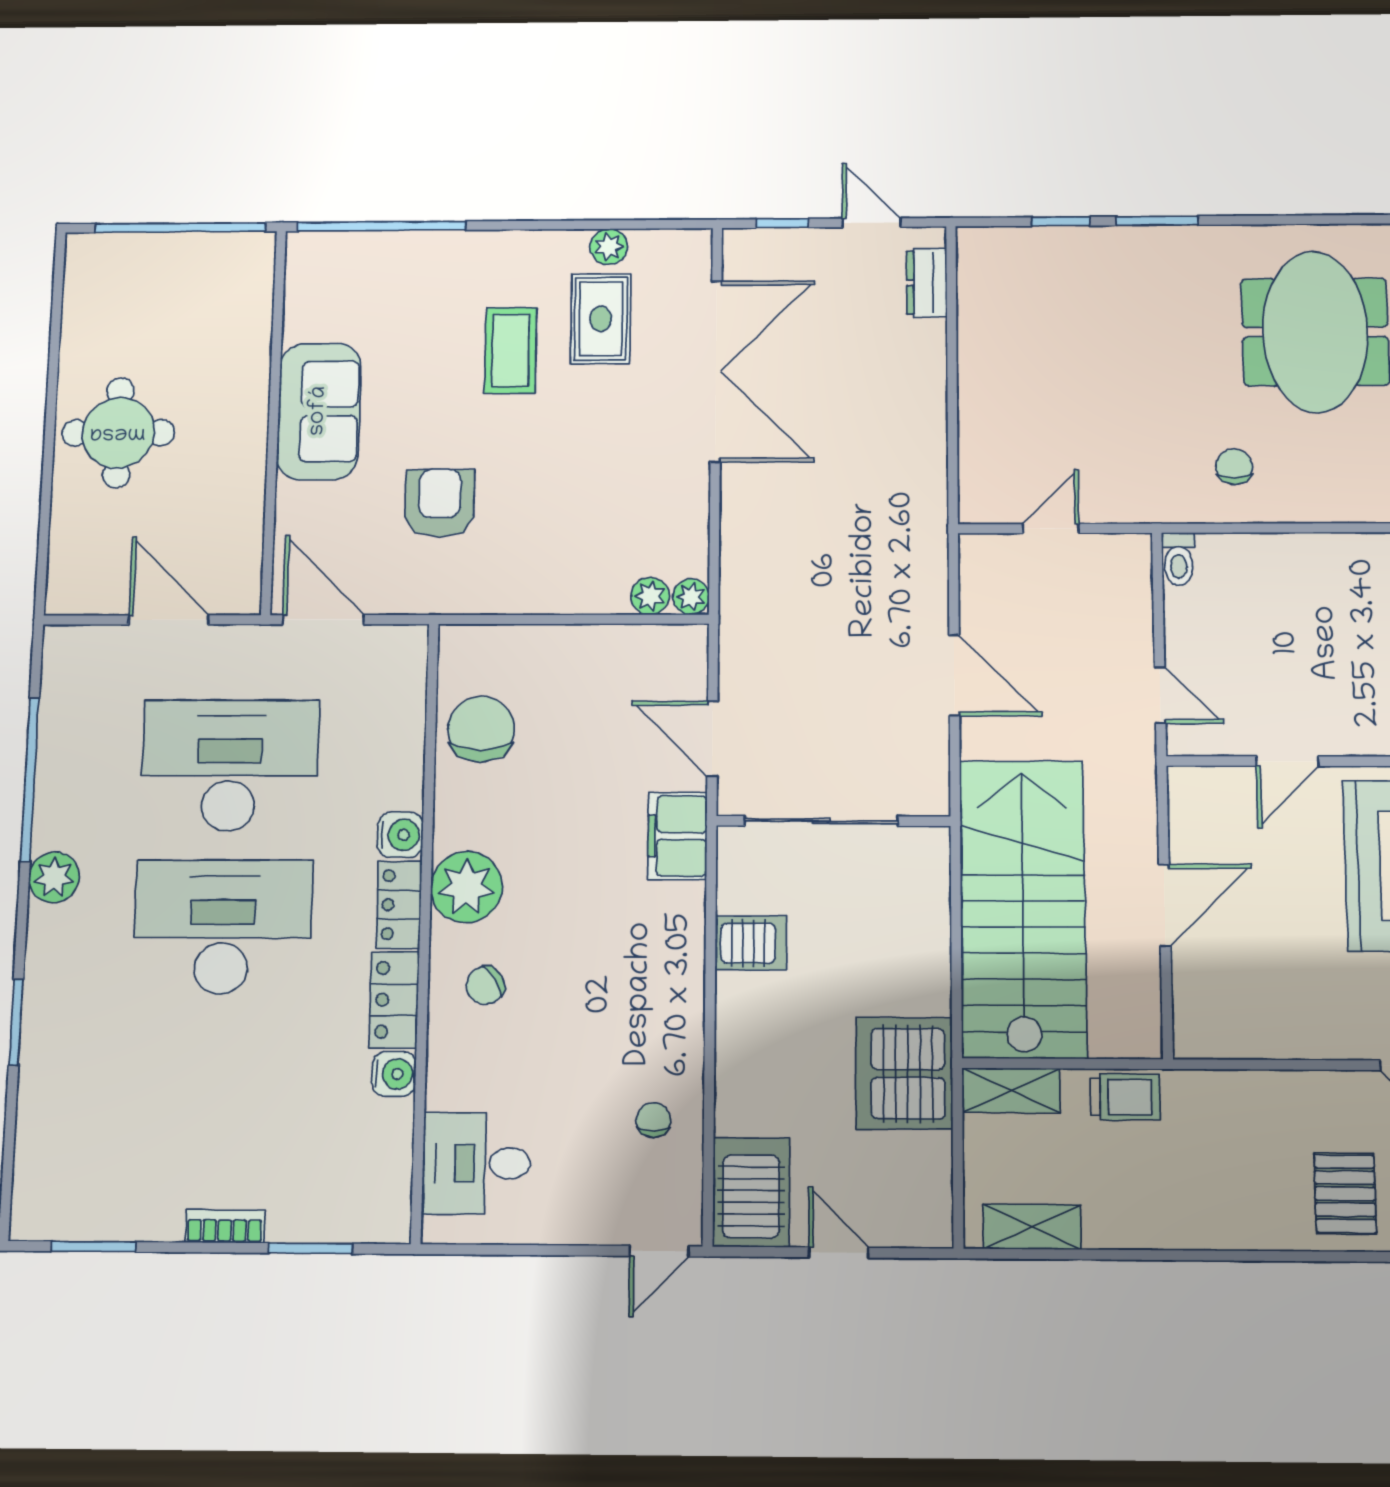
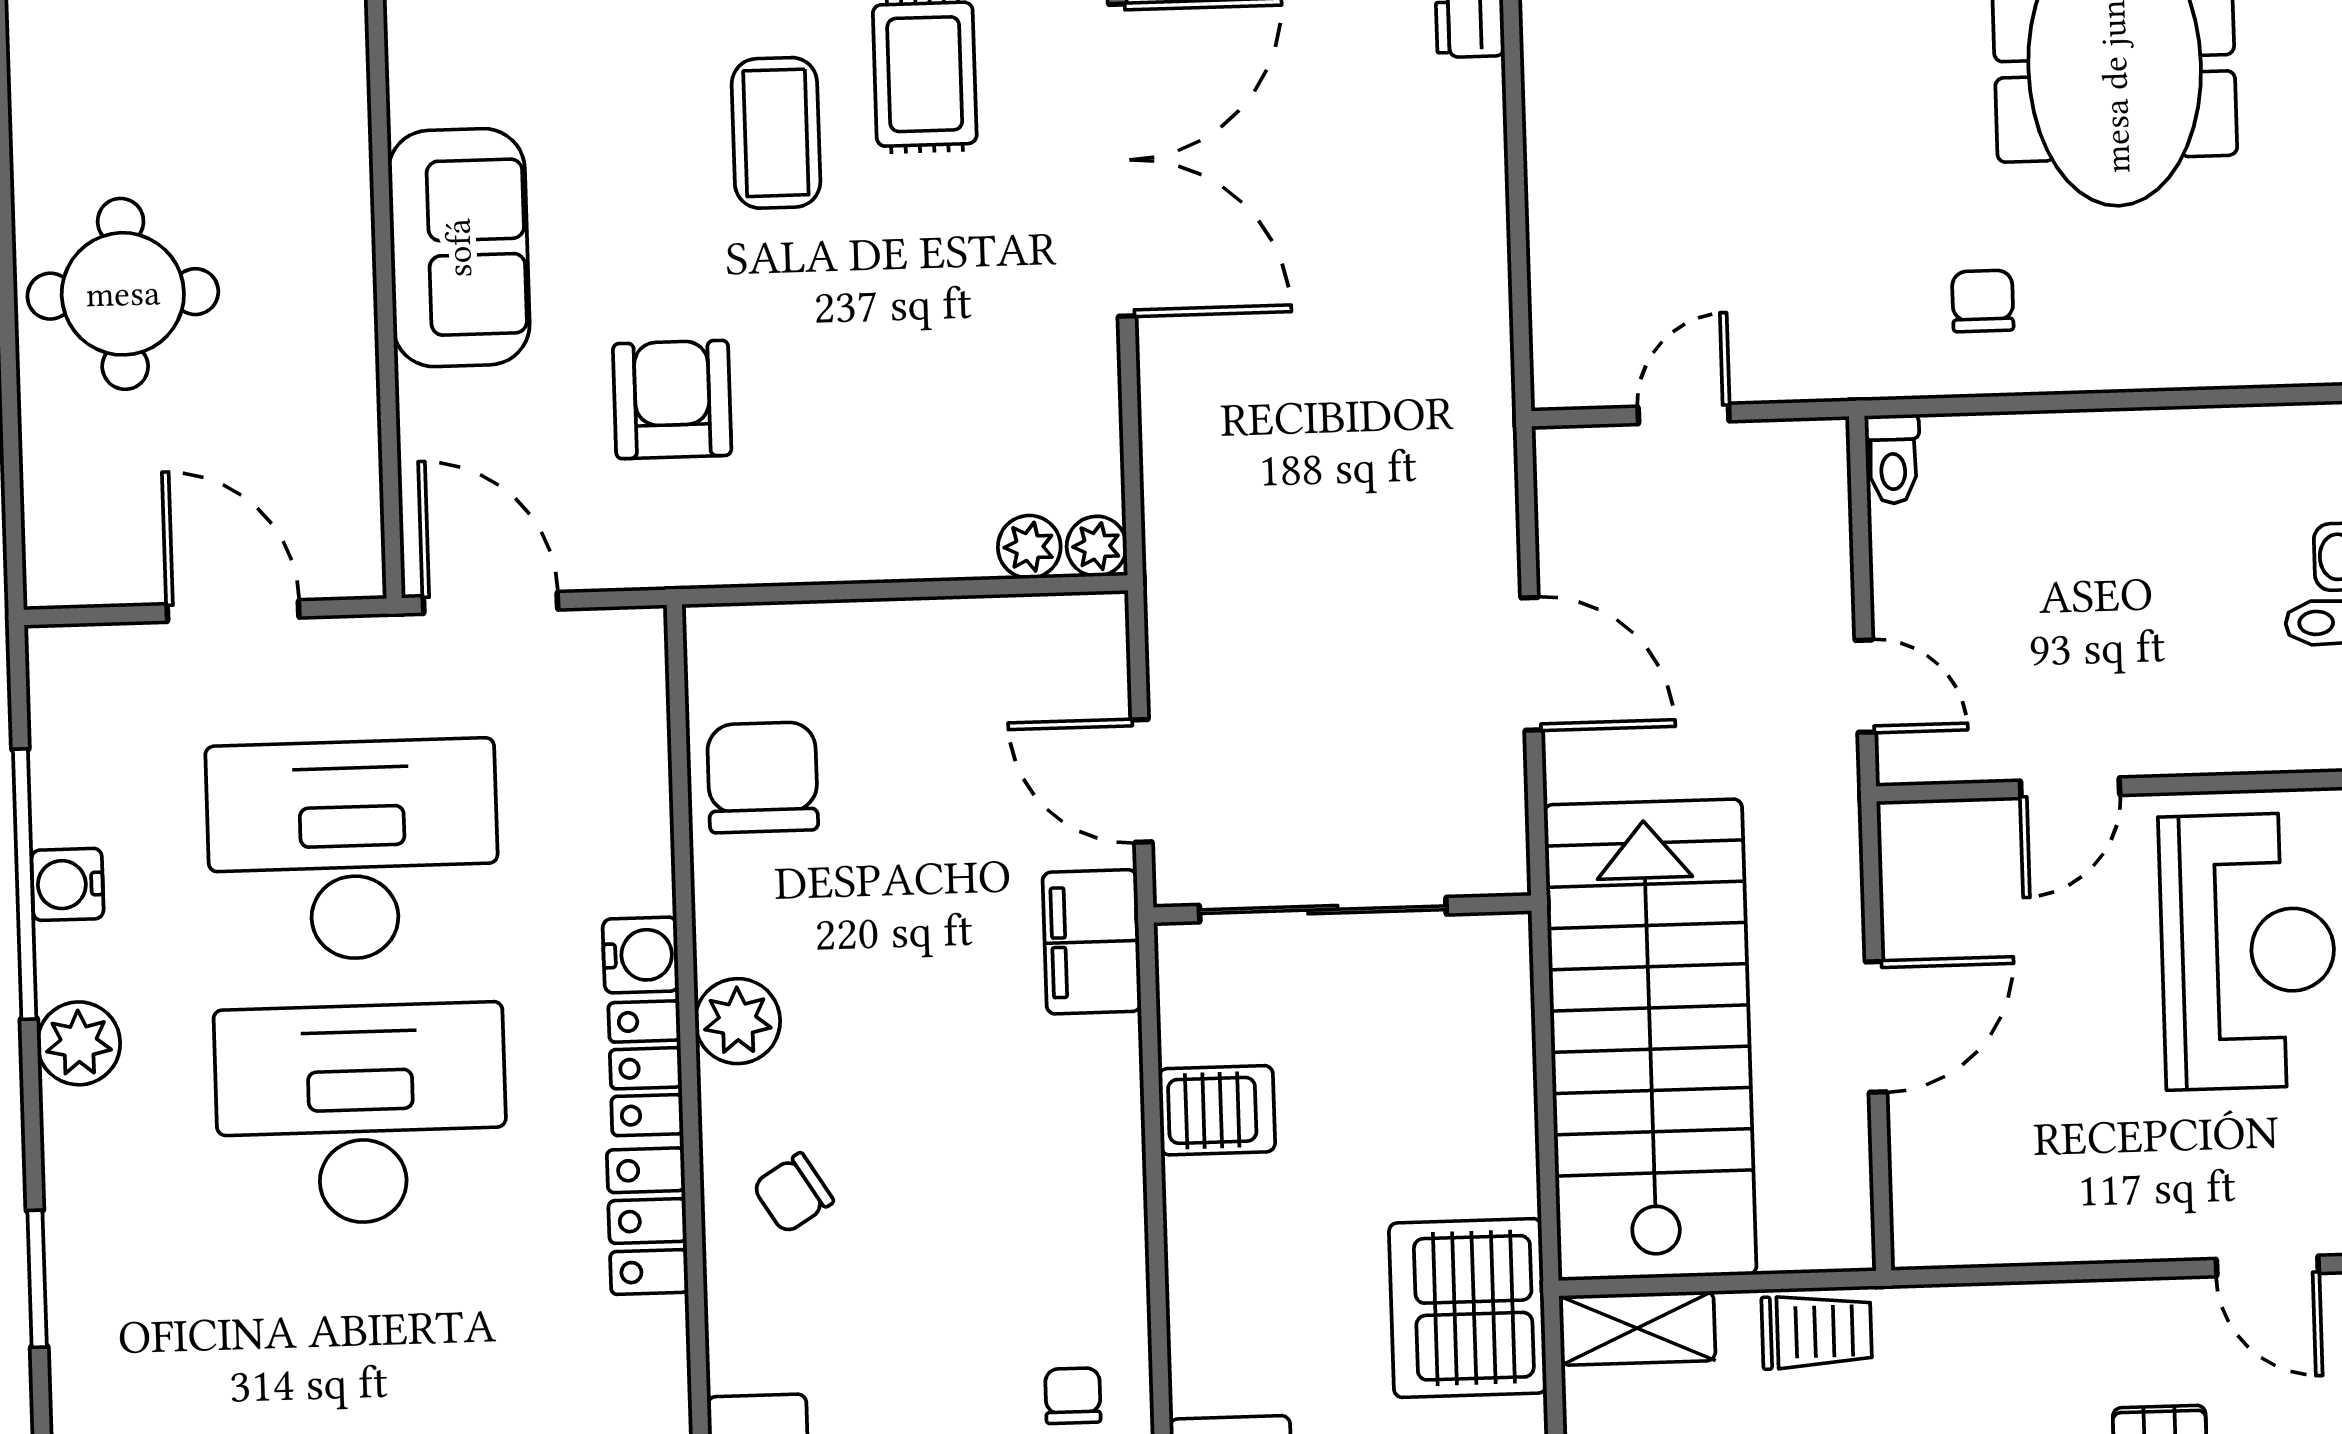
plant: (466, 887) -> (738, 1021), width x0.73, depth x0.73
water cooler: (394, 1074) -> (67, 884), moved, turned 180

